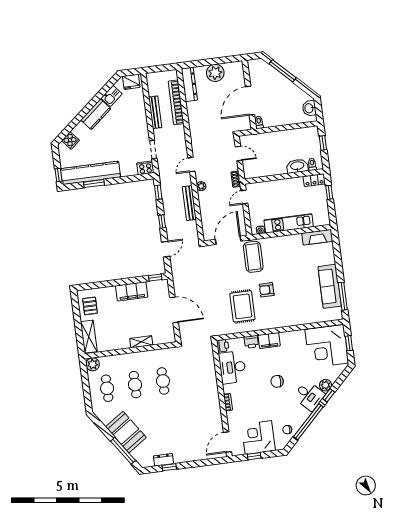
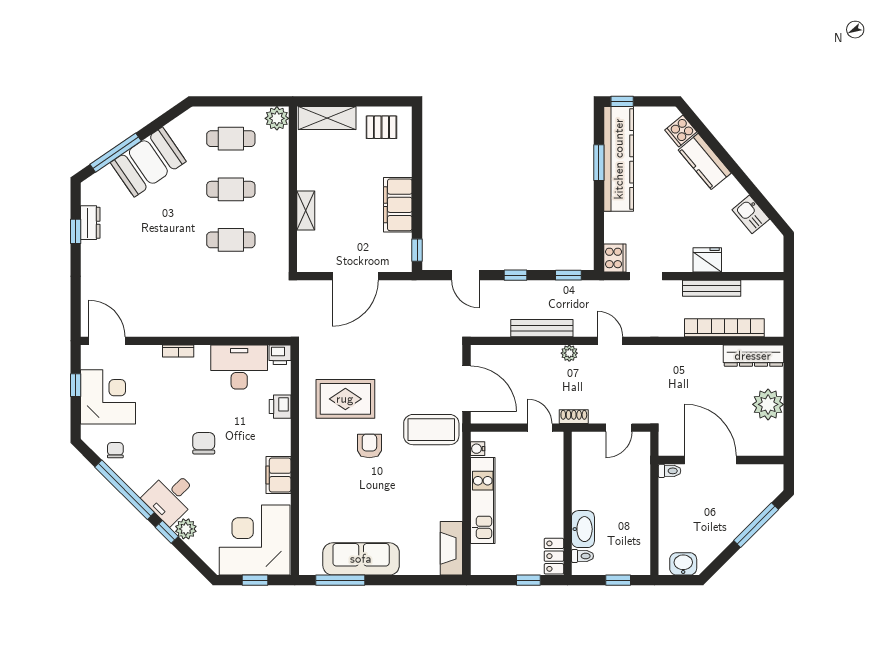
fridge: (131, 82) -> (707, 260), moved, turned 90
kitchen counter: (96, 114) -> (705, 161), moved
filing cabinet: (269, 341) -> (278, 475), moved

